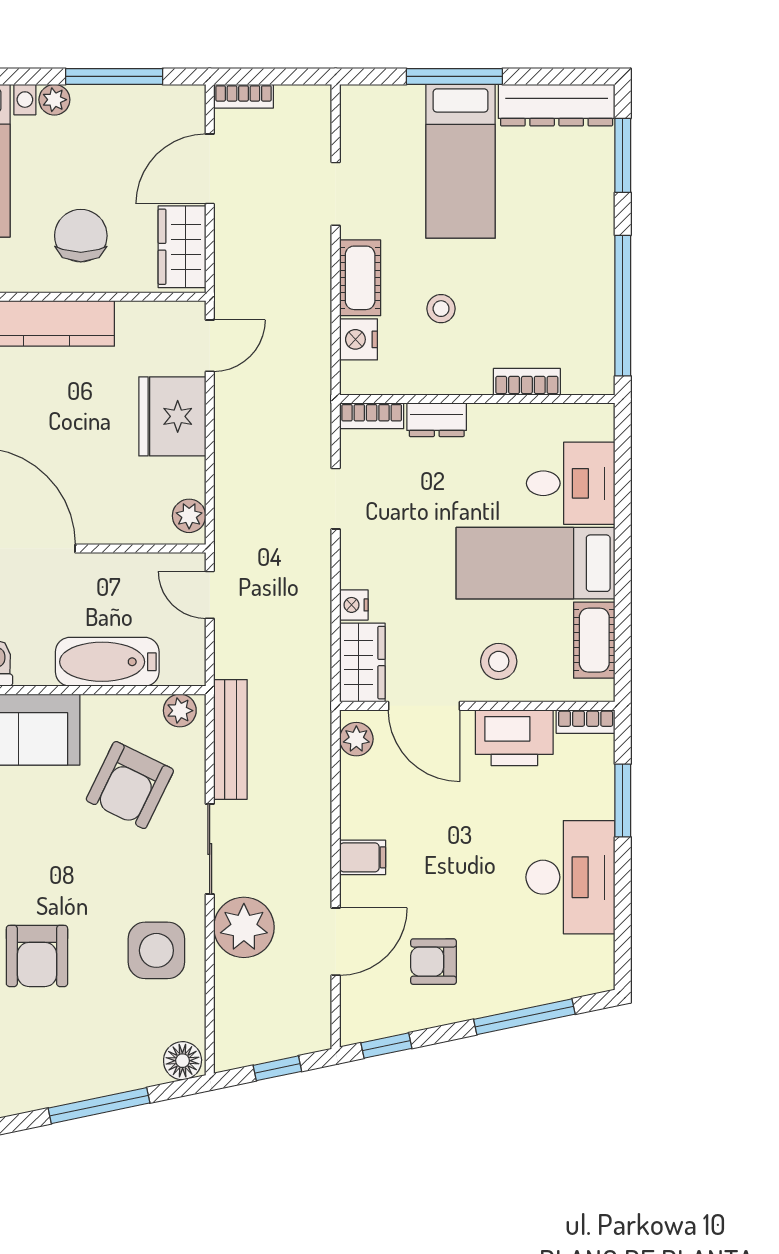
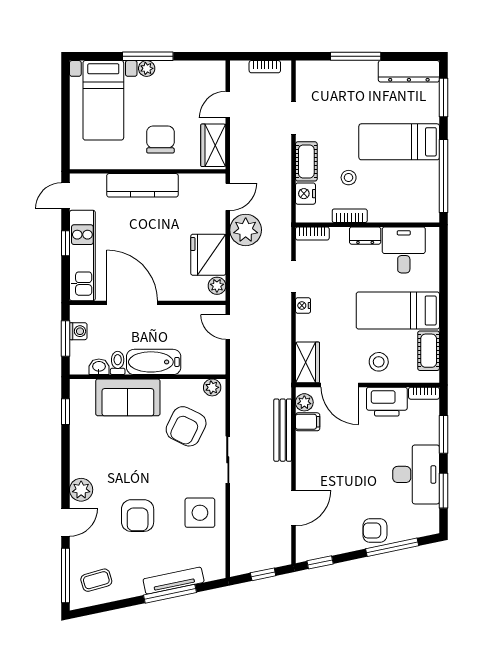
window: (114, 76) -> (148, 56), moved
bookcase: (243, 96) -> (265, 67), moved
bed: (461, 161) -> (399, 142), moved, turned 90
door: (210, 169) -> (228, 105), width x0.73
bookcase: (527, 382) -> (350, 216), moved
fridge: (172, 416) -> (208, 255), moved
dresser: (437, 420) -> (365, 236), moved
desk: (571, 483) -> (404, 250), moved, turned -90
nightstand: (354, 605) -> (303, 306), moved
bathtub: (107, 662) -> (154, 362), moved
bench: (230, 739) -> (283, 430), moved
filing cabinet: (363, 857) -> (308, 422), moved
window: (623, 908) -> (443, 491), added
plant: (244, 927) -> (246, 230), moved
armchair: (433, 962) -> (375, 531), moved
floor lamp: (183, 1061) -> (214, 570), removed
tv unit: (106, 1080) -> (174, 581), added

